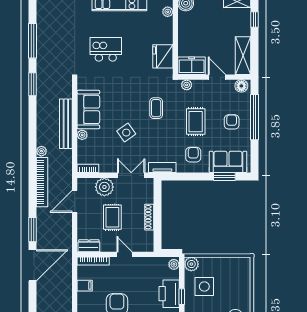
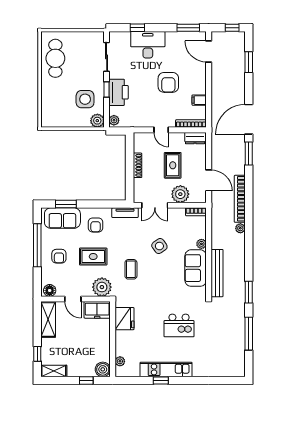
plant: (187, 85) -> (102, 287), width x1.87, depth x1.87
window: (254, 117) -> (37, 245), moved
rug: (196, 122) -> (93, 257), turned 90
bench: (66, 124) -> (217, 273), moved
door: (75, 201) -> (209, 180), hinge flipped

